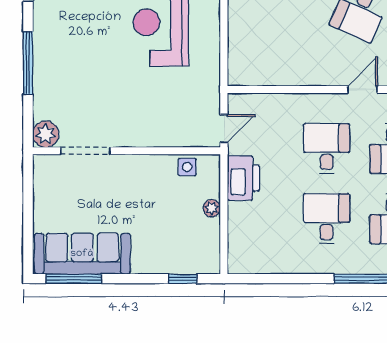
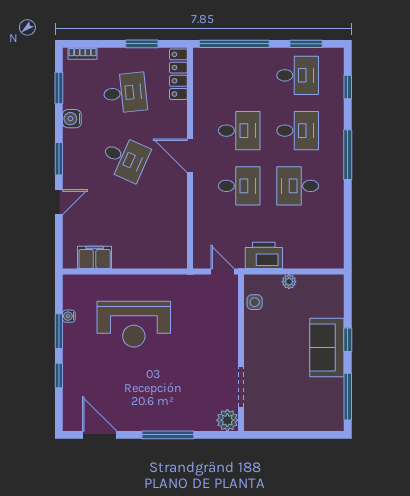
door: (363, 90) -> (190, 156), width x1.37
desk: (327, 148) -> (239, 186), turned 180
sofa: (82, 254) -> (327, 347), moved, width x0.73
window: (183, 279) -> (348, 340), moved

